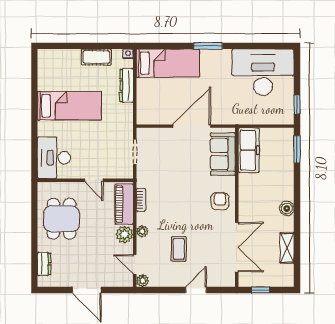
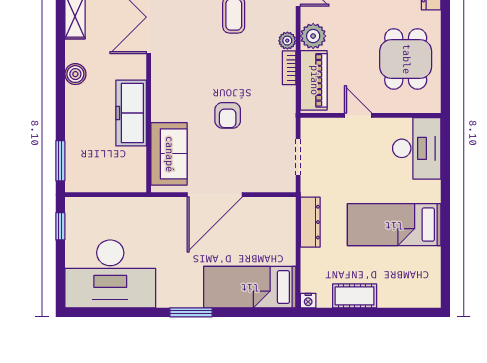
dresser: (127, 85) -> (310, 222), moved
freezer: (249, 150) -> (131, 113), moved
bookcase: (141, 200) -> (289, 68), moved
armchair: (220, 201) -> (228, 115), moved

